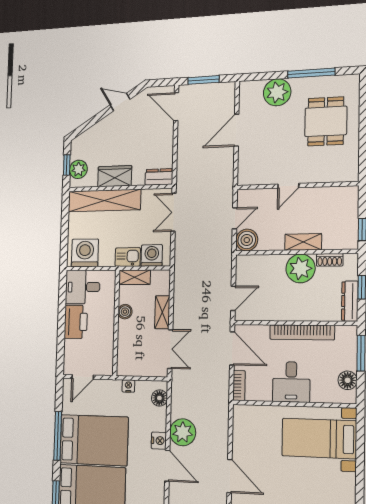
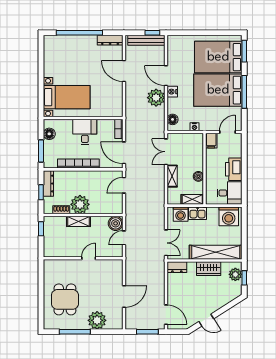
filing cabinet: (105, 365) -> (211, 141), added

